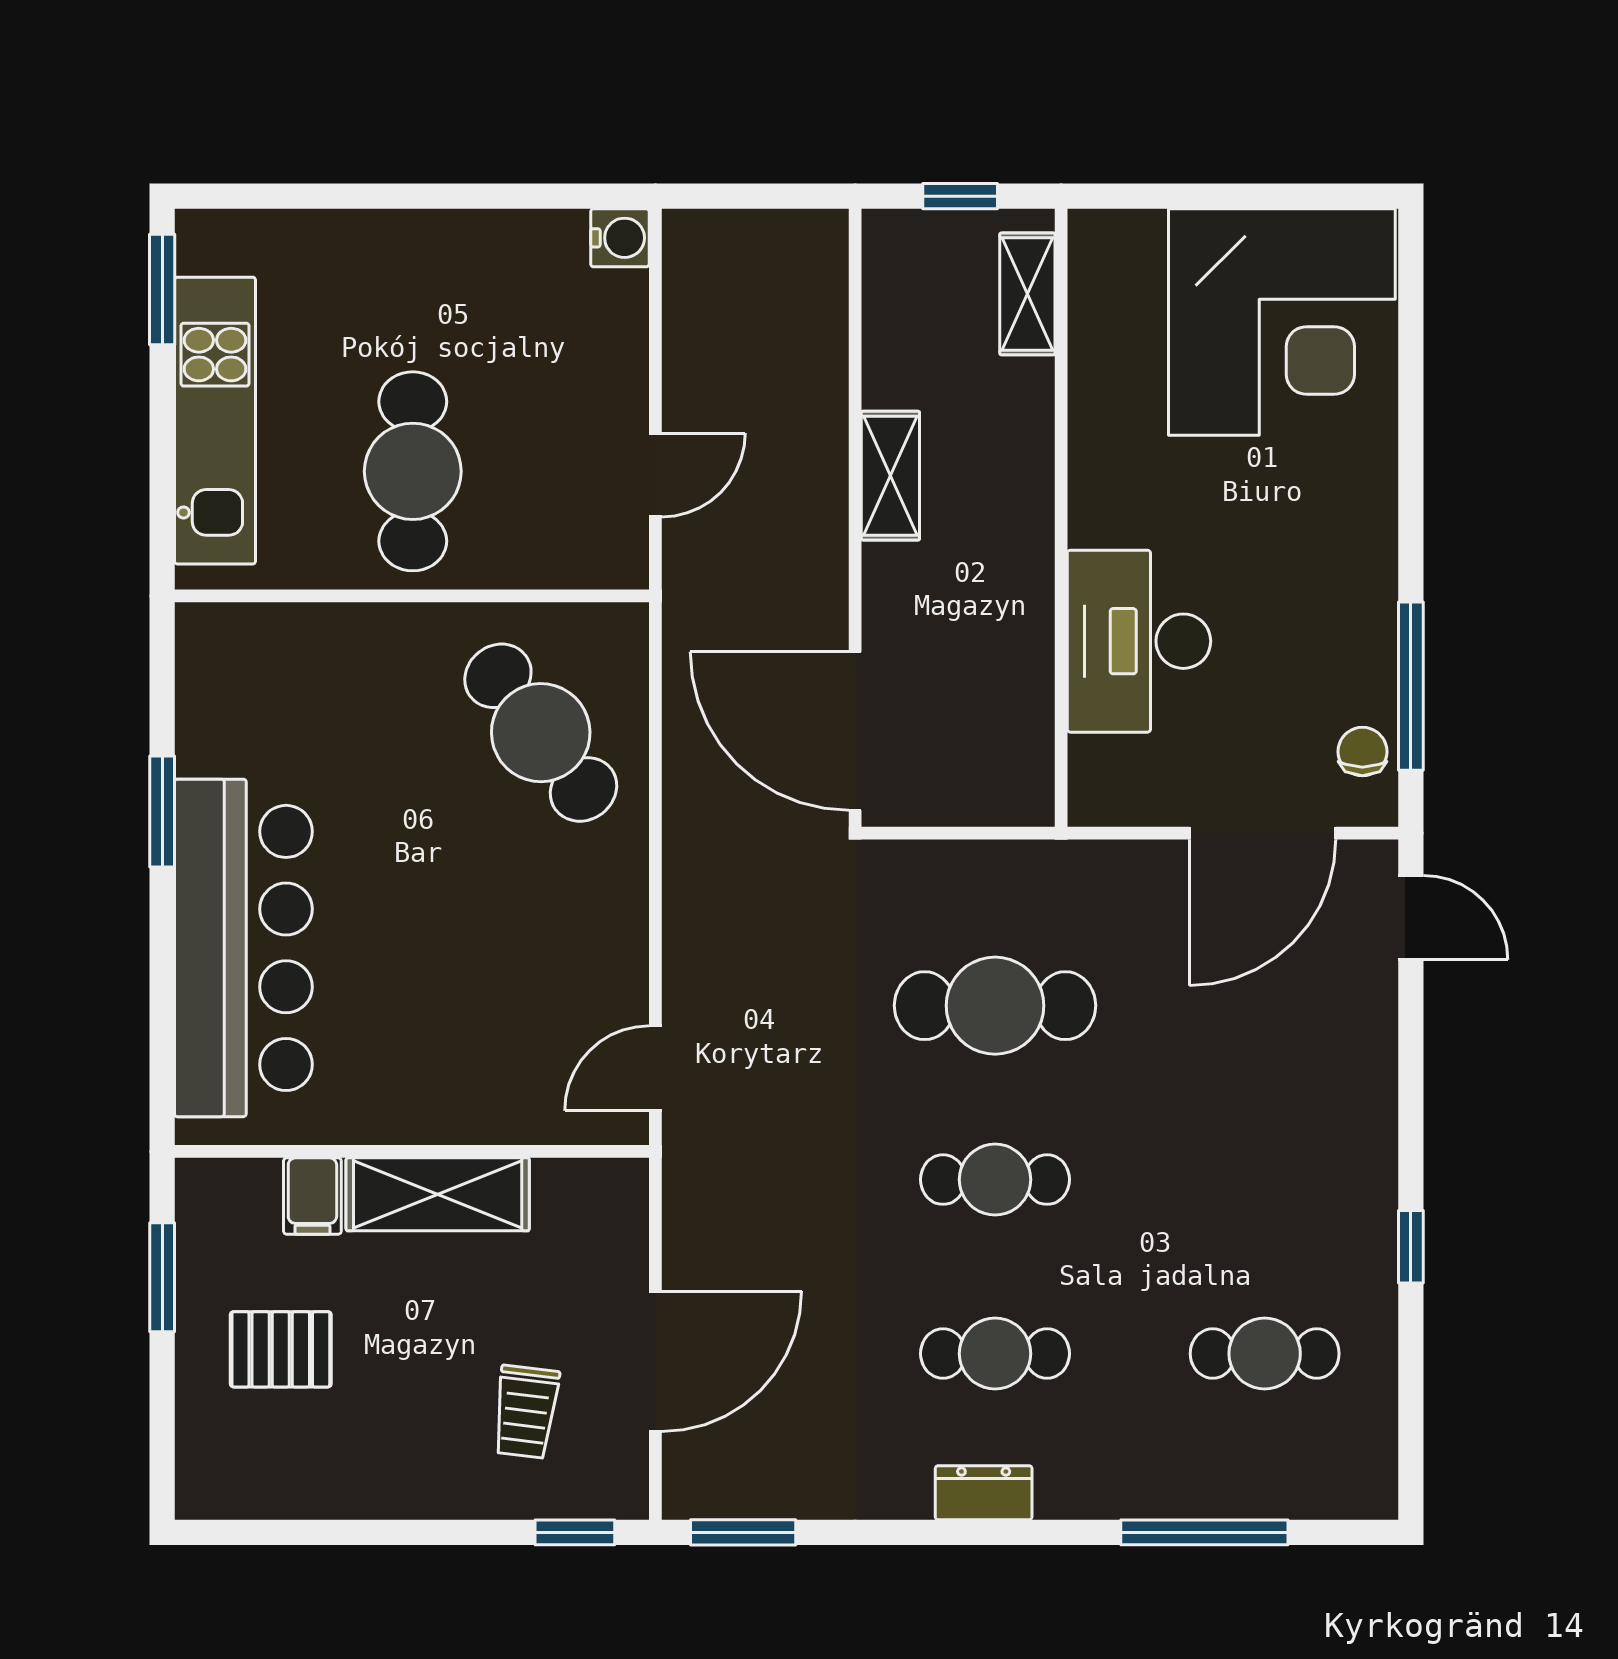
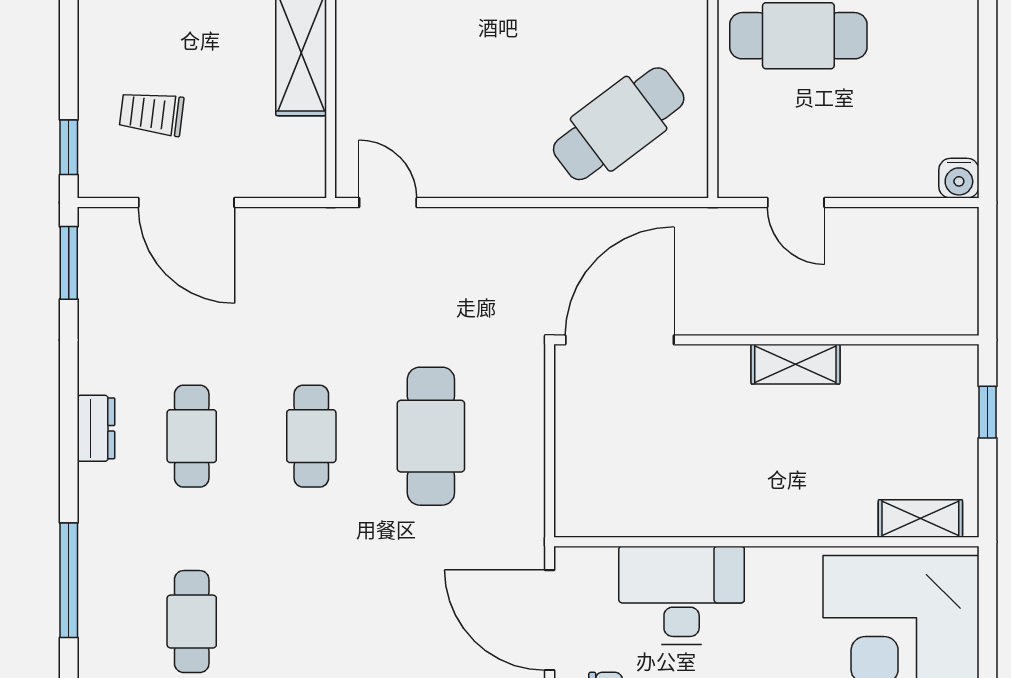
shelving: (1027, 294) -> (920, 519), moved
wall: (1061, 518) -> (766, 542), moved
desk: (1139, 641) -> (682, 595), moved

